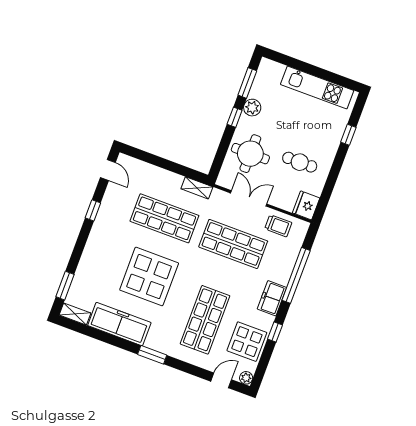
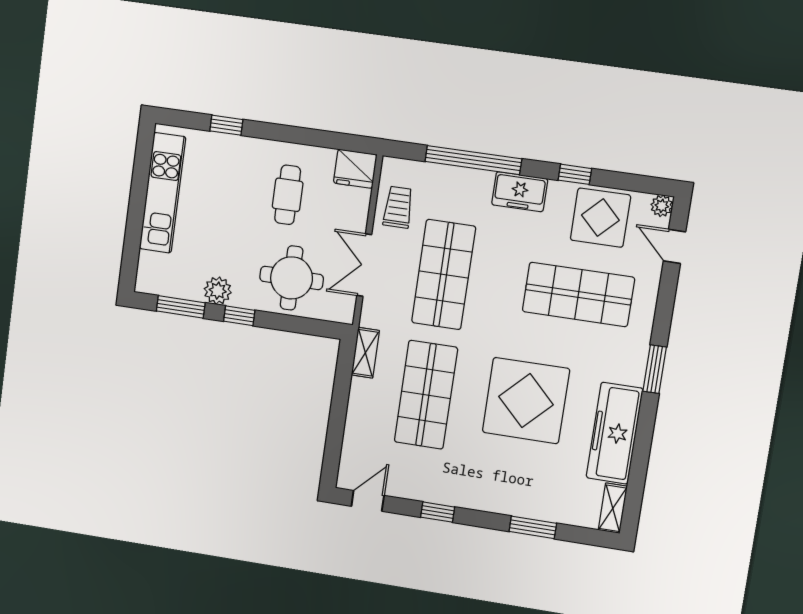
window: (65, 286) -> (533, 527), moved

